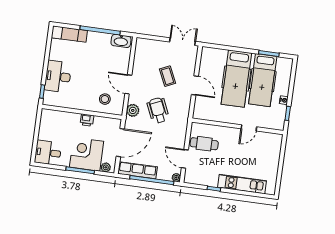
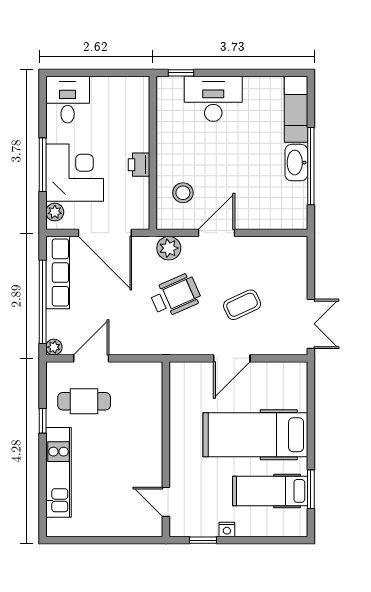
washbasin: (121, 41) -> (296, 163), moved
hospital bed: (263, 80) -> (270, 491), width x0.73, depth x0.78
door: (249, 128) -> (166, 502), moved
cafe table: (204, 144) -> (84, 401), moved, turned 90

